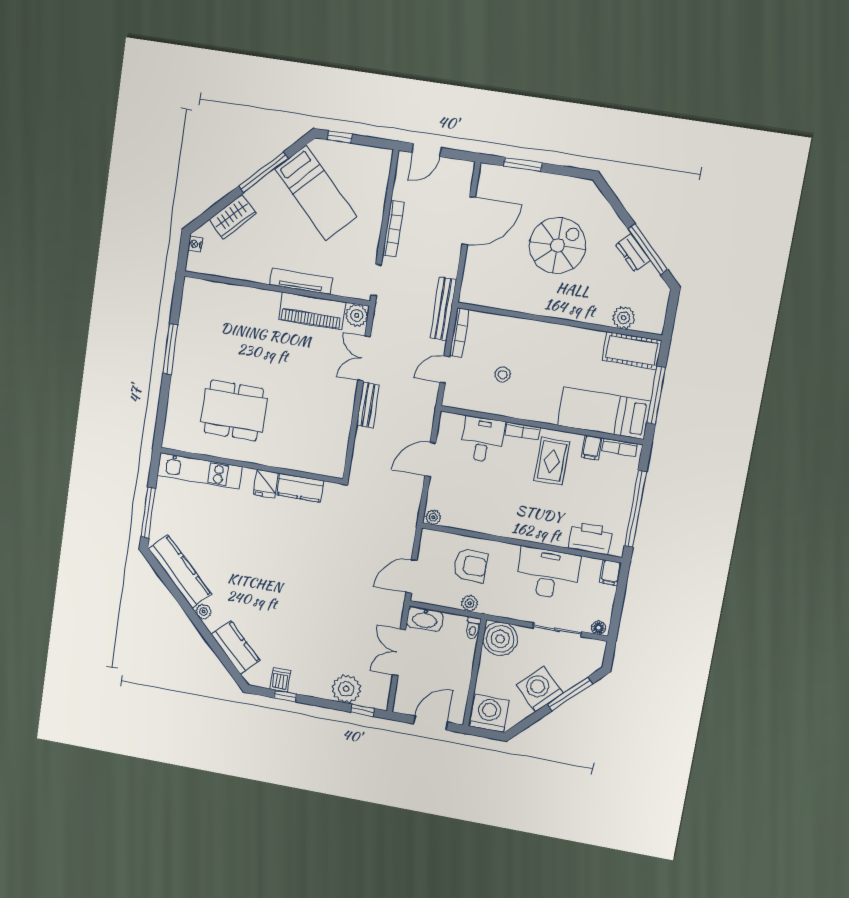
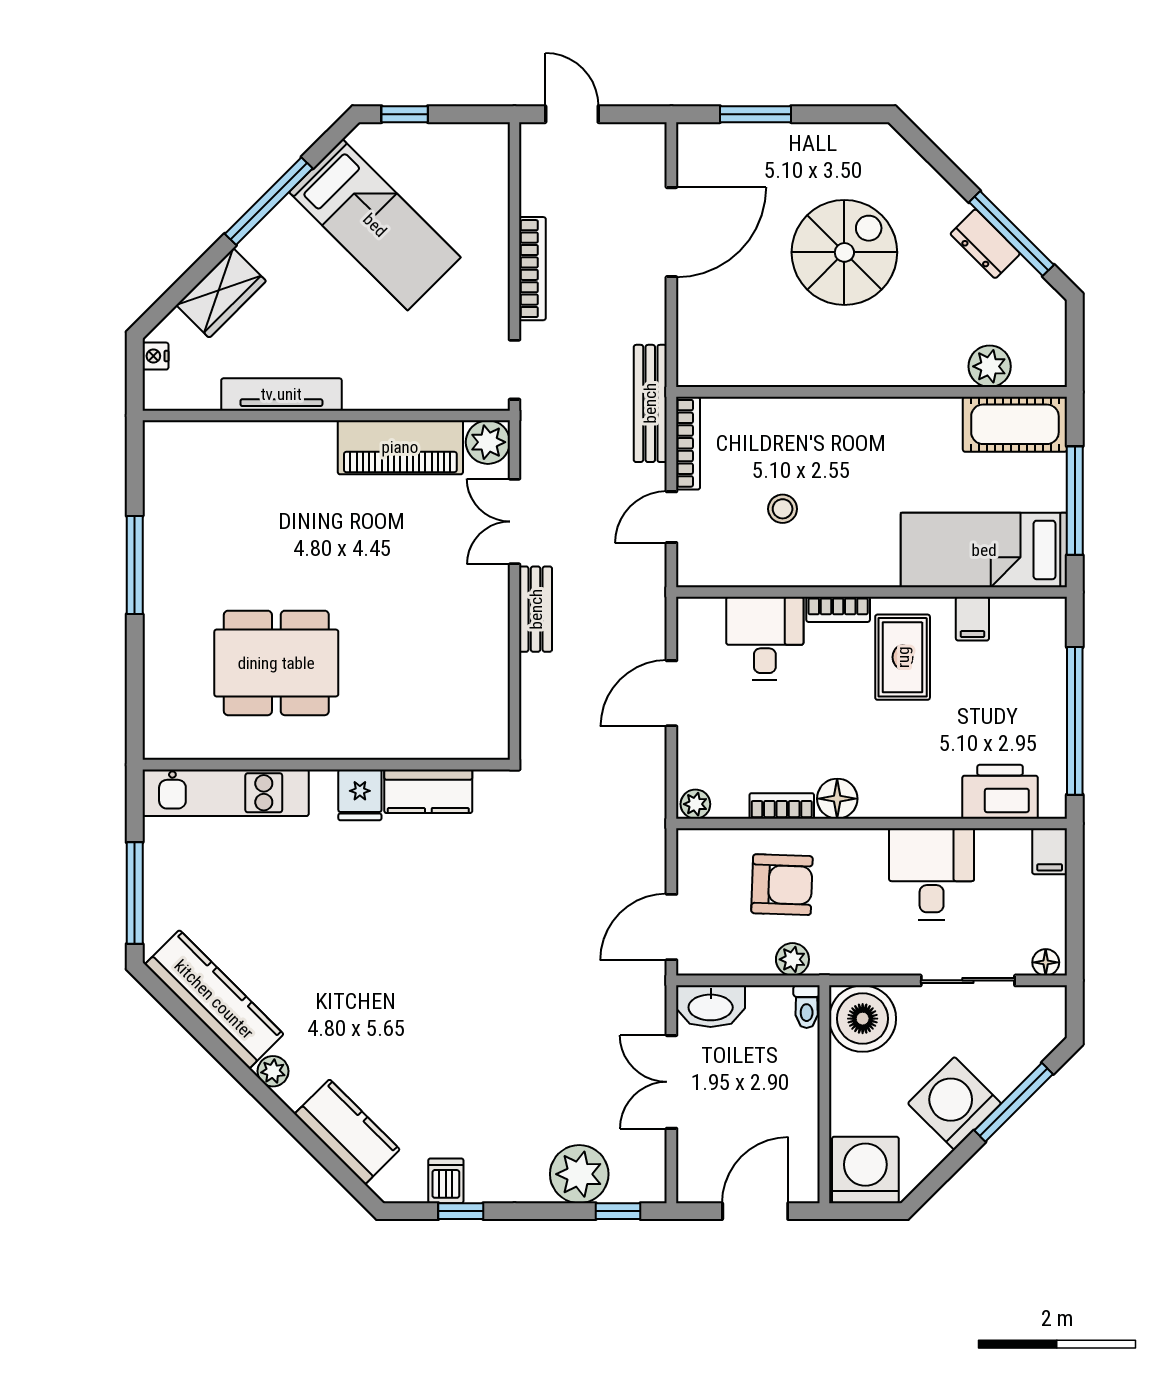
door: (427, 150) -> (572, 114), swing flipped
tv unit: (301, 281) -> (281, 394), moved
bookcase: (619, 447) -> (782, 806), moved, turned 180
floor lamp: (506, 527) -> (837, 799), added
desk: (548, 573) -> (932, 874), width x0.73

